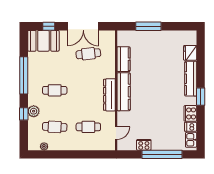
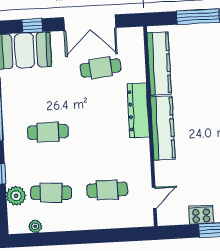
kitchen counter: (124, 59) -> (159, 63), width x1.50
dresser: (109, 95) -> (138, 110), moved
plant: (34, 111) -> (16, 196), moved

